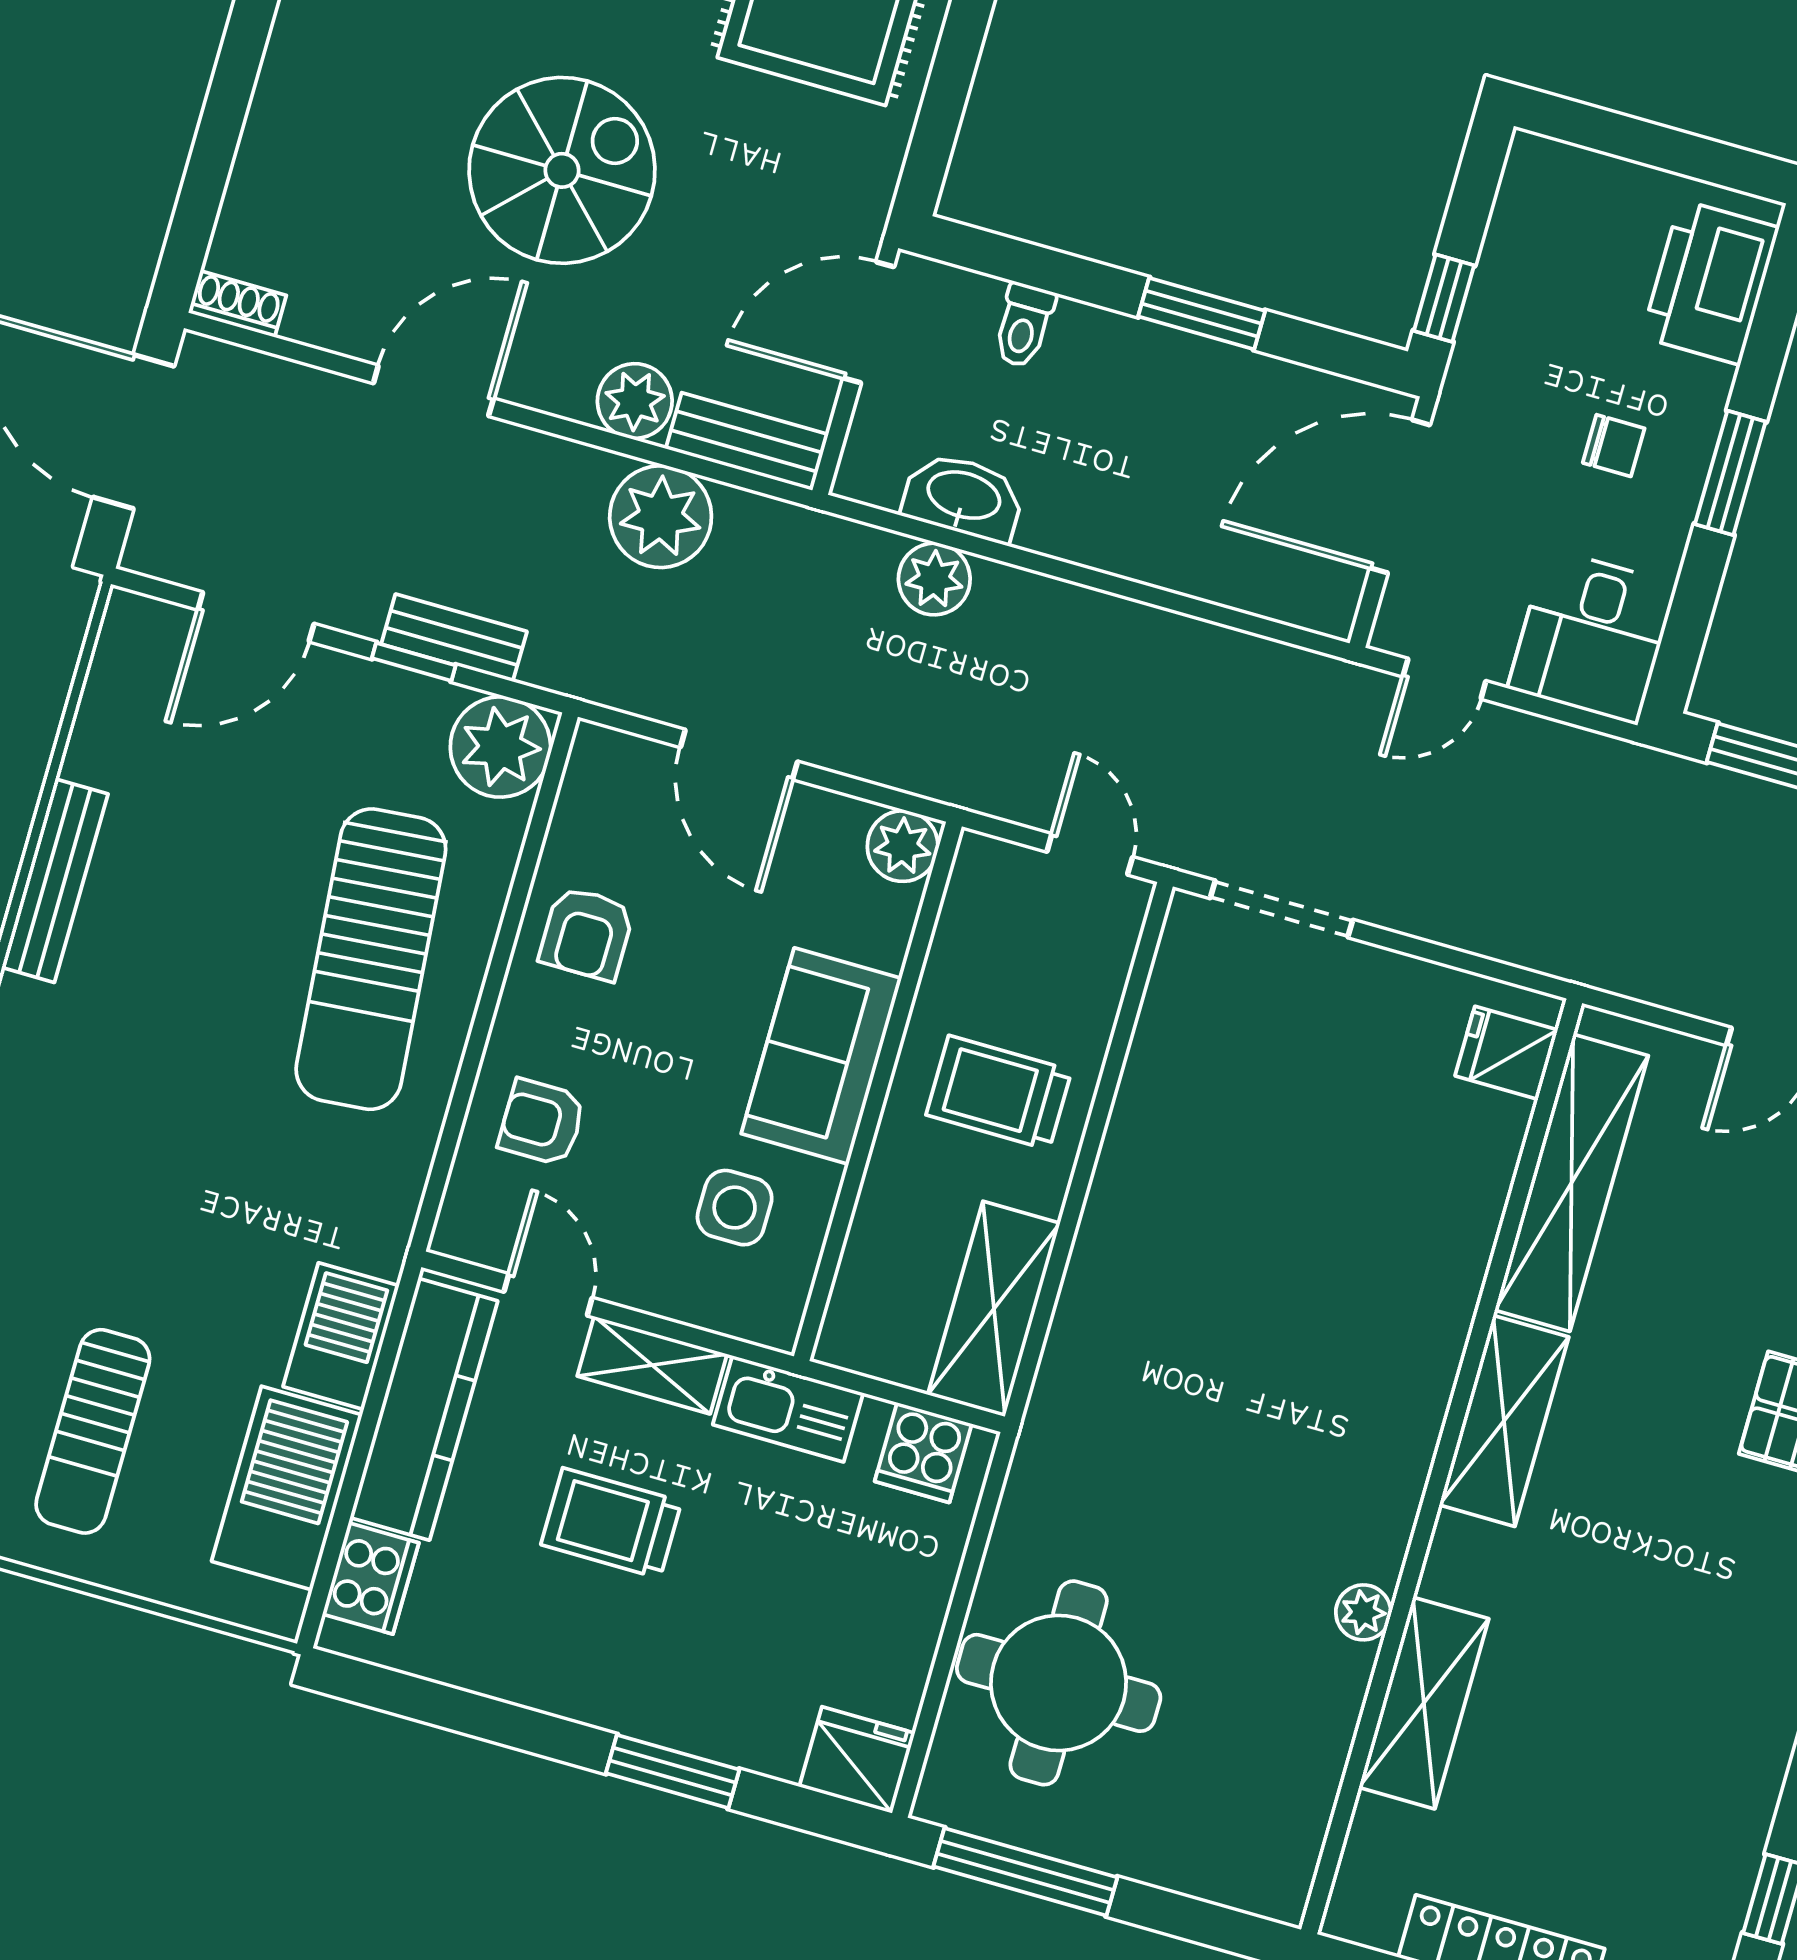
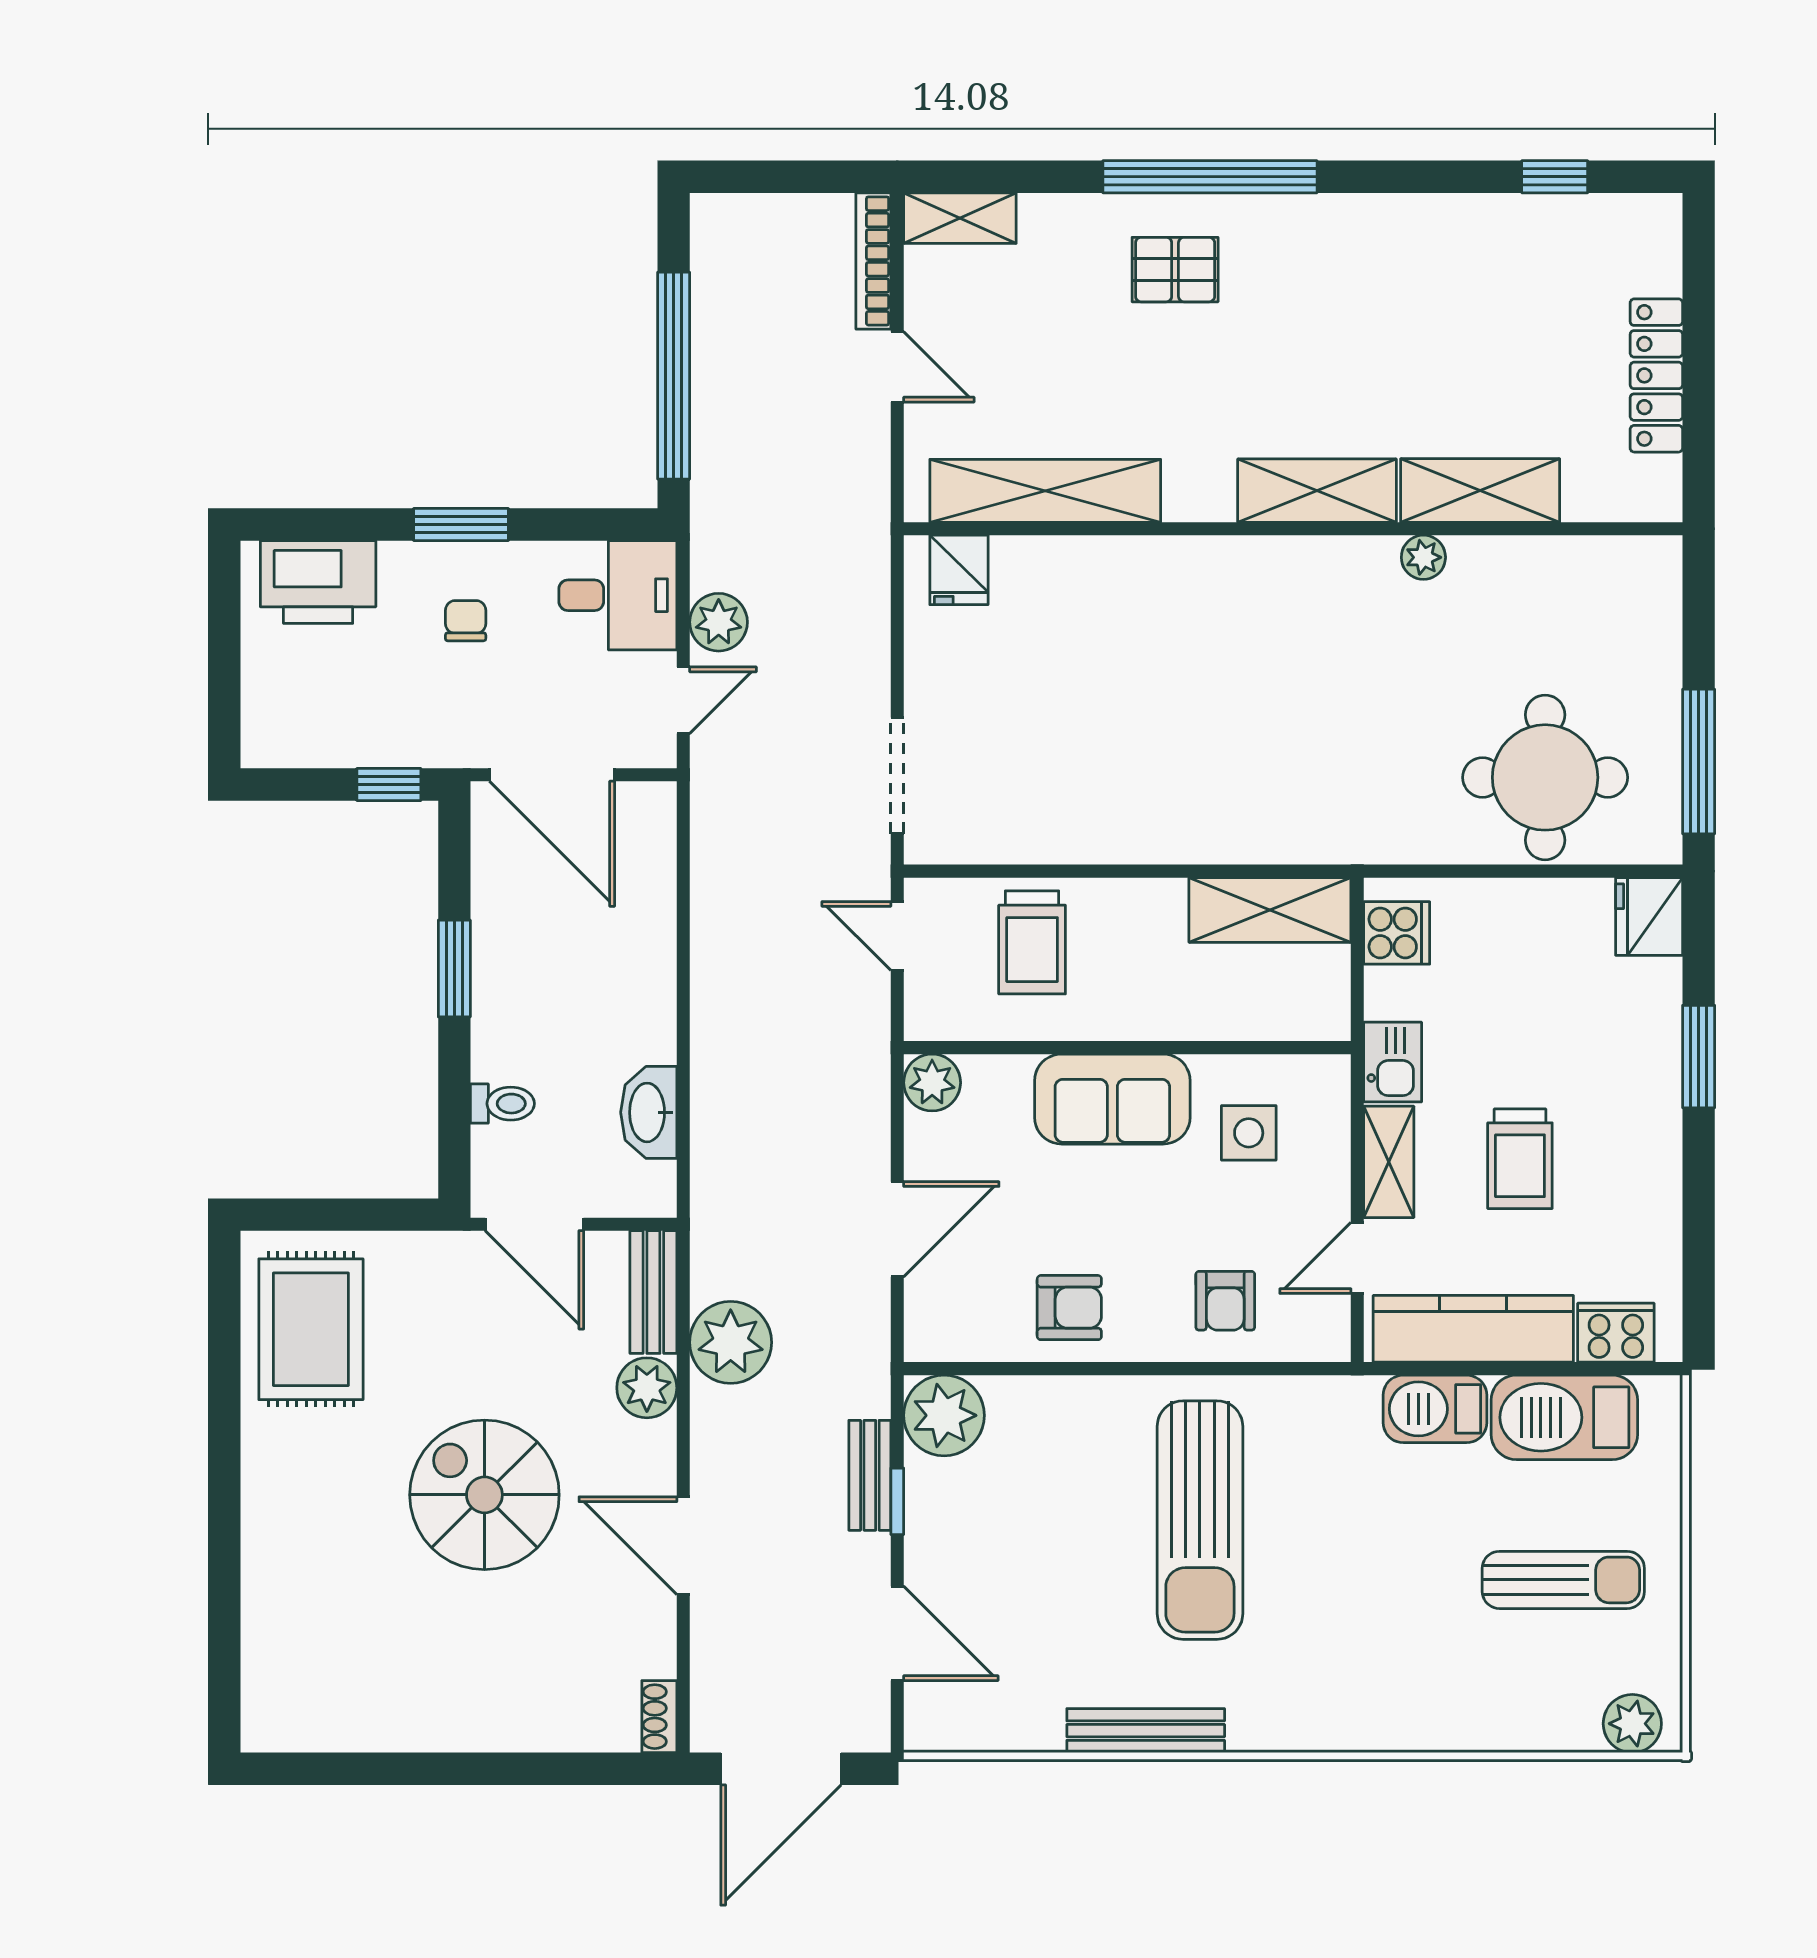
plant: (934, 579) -> (719, 622), moved
door: (1444, 679) -> (683, 700), hinge flipped
door: (1090, 854) -> (897, 936), hinge flipped
sun lounger: (371, 959) -> (1200, 1520), moved, turned 95
trolley: (999, 1093) -> (1032, 942), moved
kitchen sink: (788, 1409) -> (1393, 1062), width x0.73
shelving: (1504, 1421) -> (1317, 491), moved

